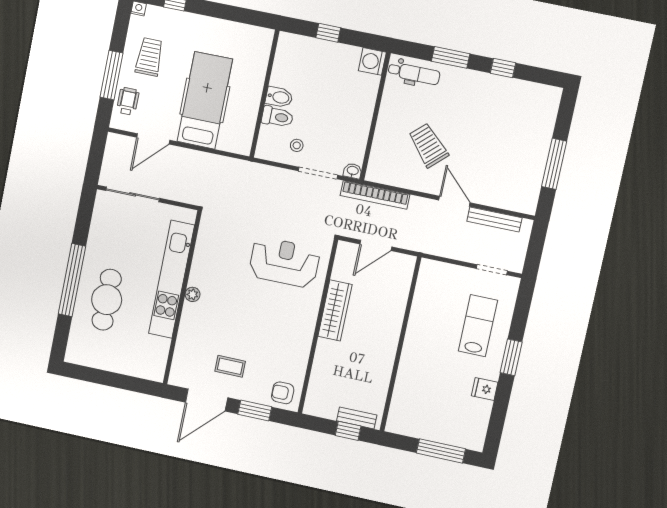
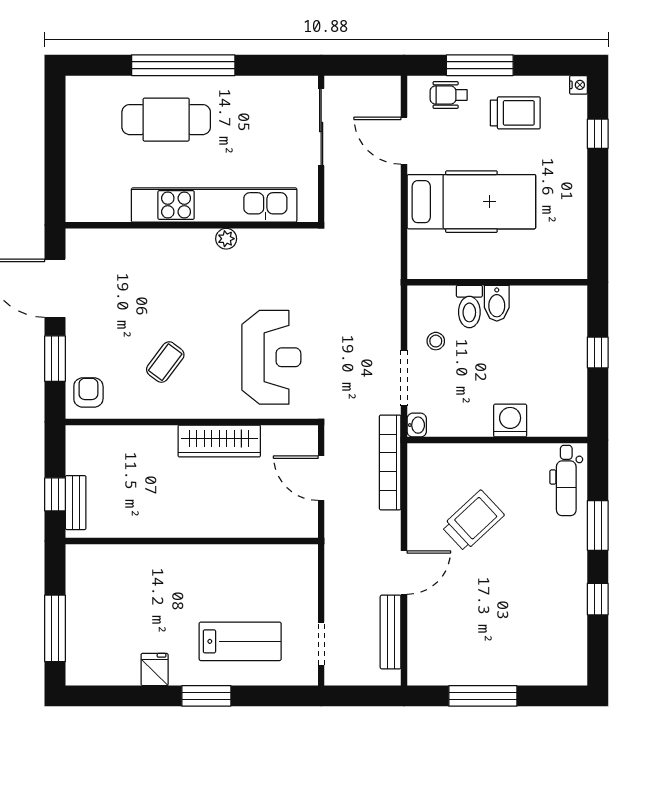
washing machine: (372, 61) -> (510, 421), moved
wheelchair: (128, 101) -> (449, 95), turned 180
plant: (193, 294) -> (226, 239), moved
coffee table: (230, 366) -> (165, 362), moved, turned 37

